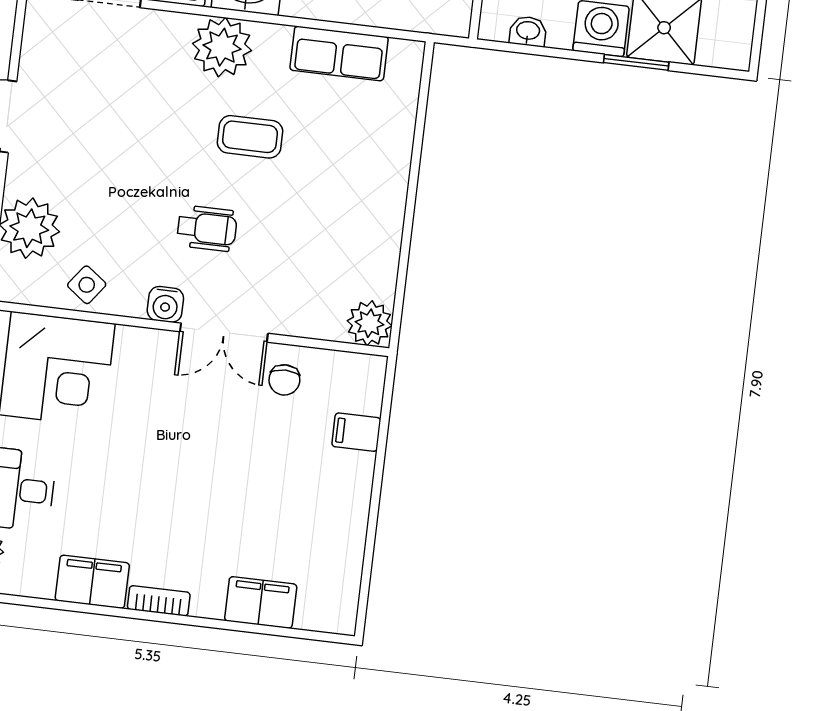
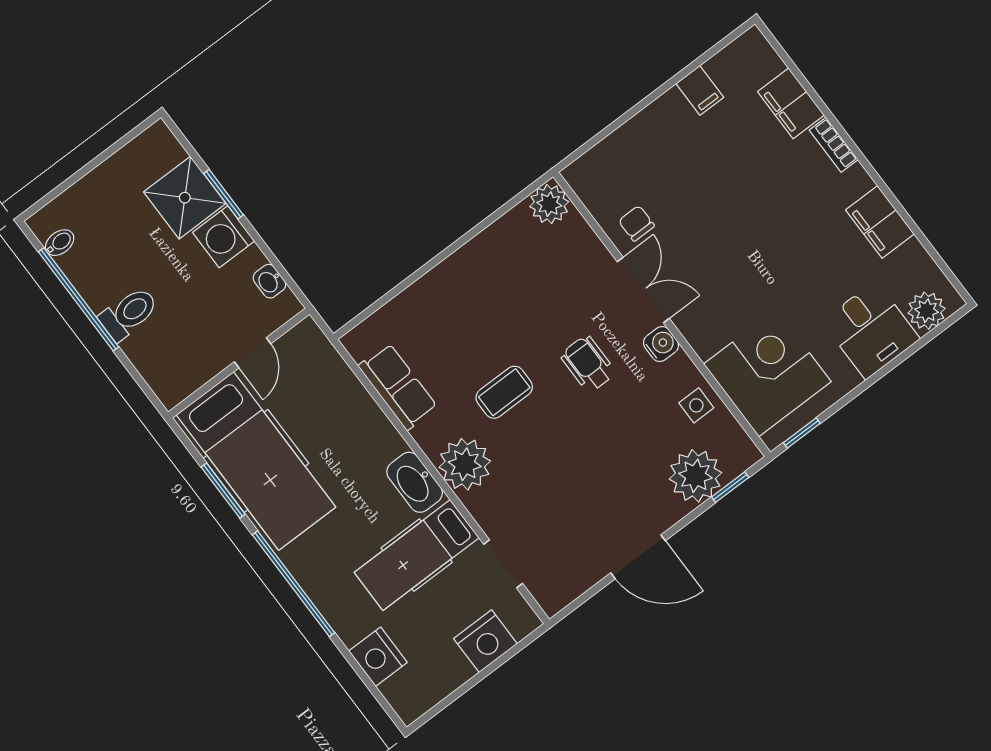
coffee table: (250, 137) -> (504, 392), turned 90
side table: (87, 285) -> (696, 405), turned -37
chair: (284, 380) -> (636, 223), turned -90
filing cabinet: (356, 432) -> (700, 90), moved
bookcase: (159, 601) -> (834, 145), moved

